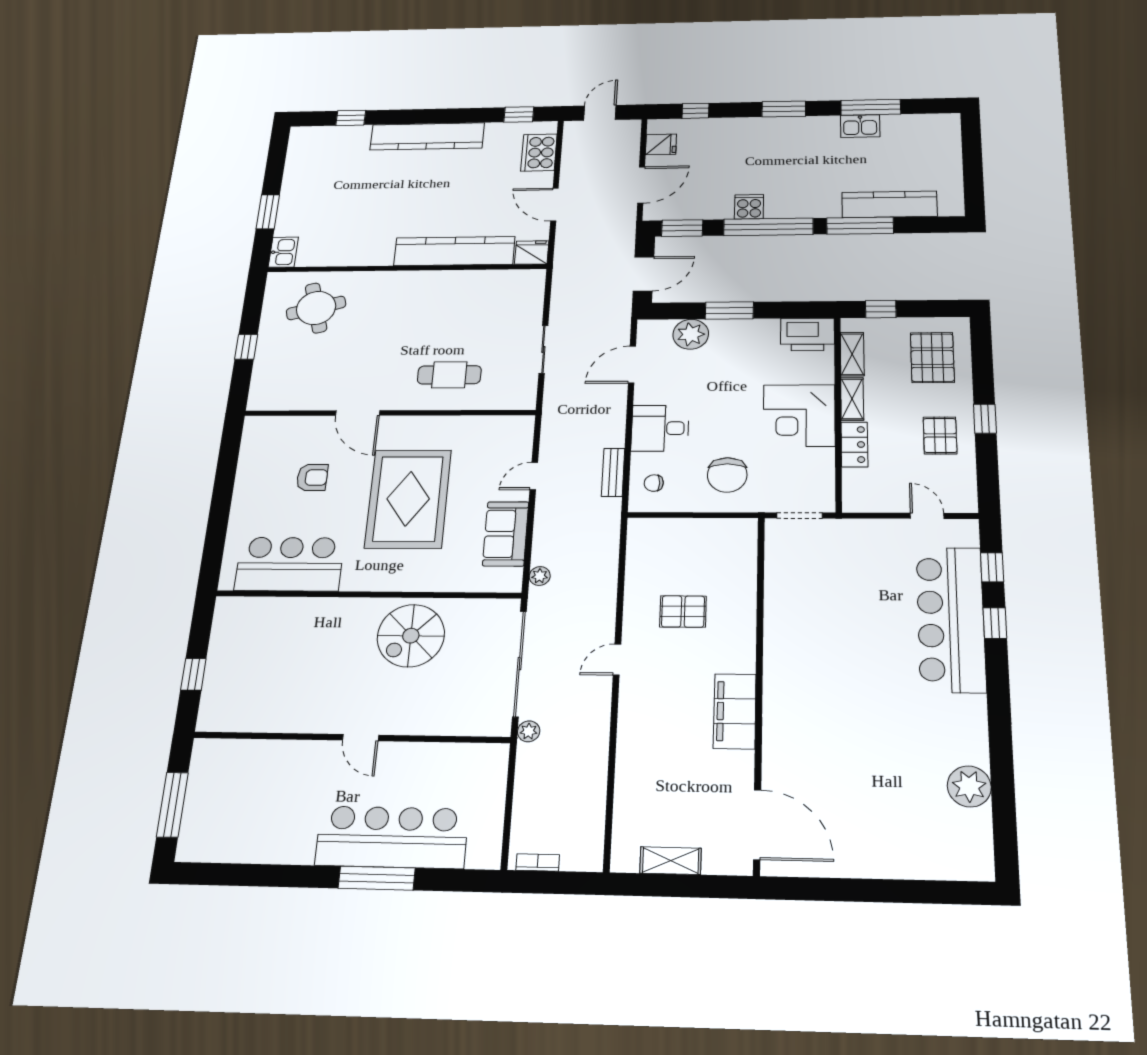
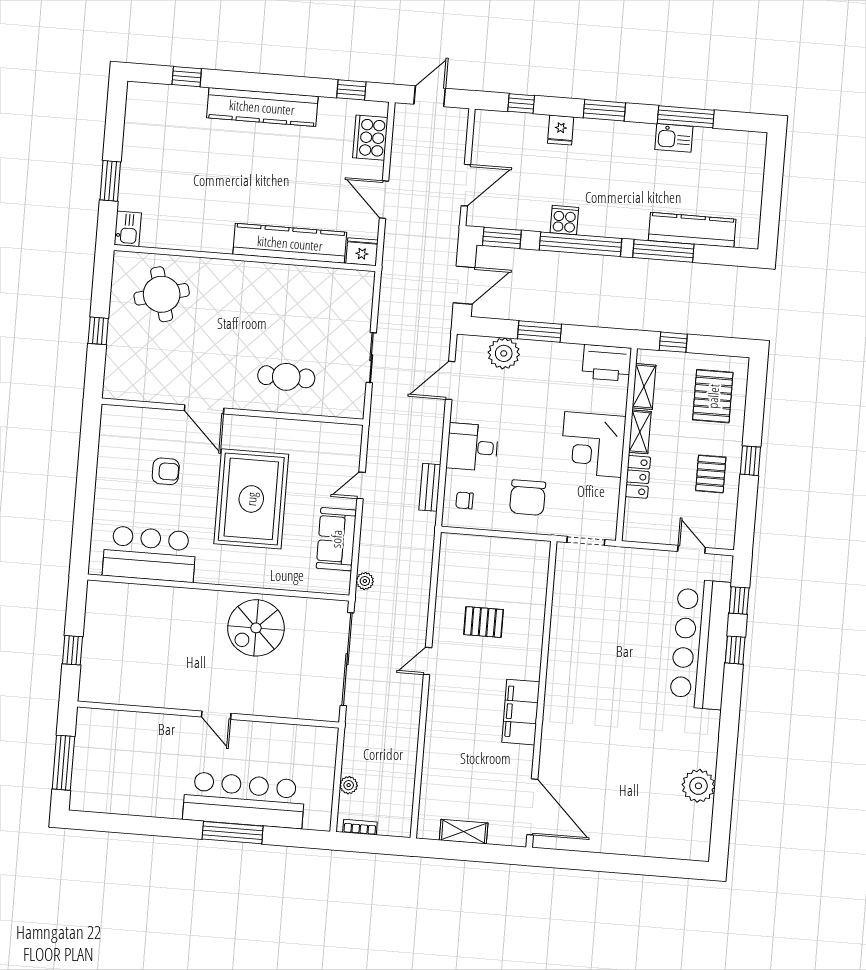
fridge: (661, 144) -> (561, 130), moved, turned 90
plant: (529, 731) -> (349, 785), moved

